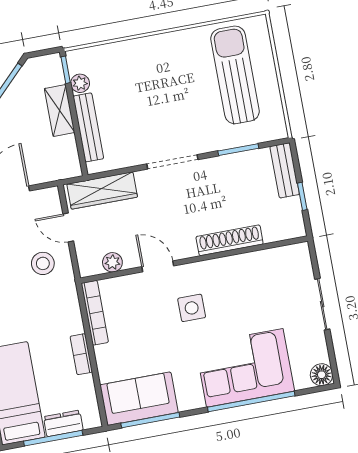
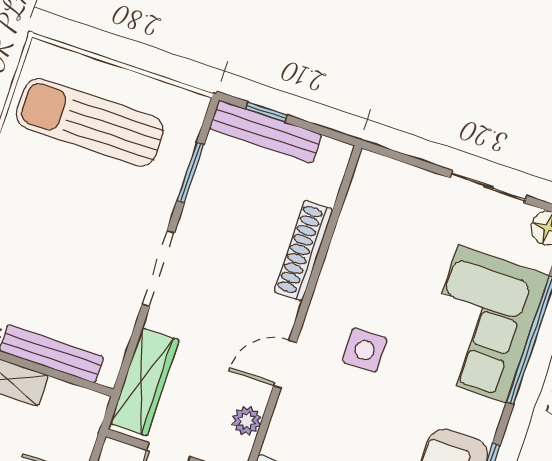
bench: (285, 170) -> (266, 132), width x1.36
window: (302, 196) -> (266, 112), moved
sliding door: (322, 304) -> (489, 187), moved

